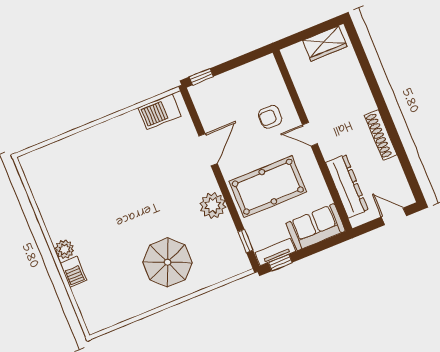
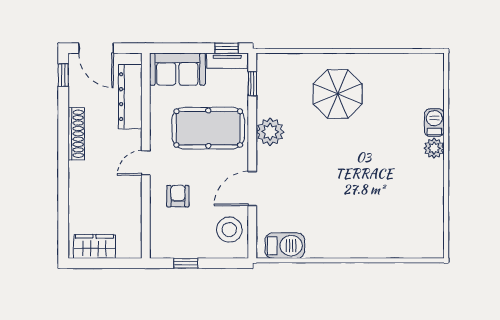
window: (201, 77) -> (186, 263), moved
stool: (214, 106) -> (229, 230), added
armchair: (270, 117) -> (178, 196), turned -90
door: (310, 134) -> (146, 163), swing flipped
window: (413, 181) -> (63, 75), added
door: (394, 216) -> (96, 48), width x1.38

